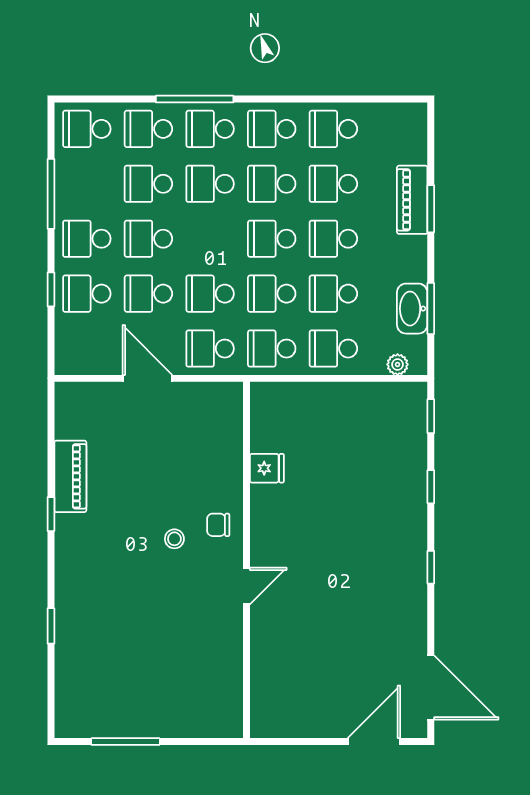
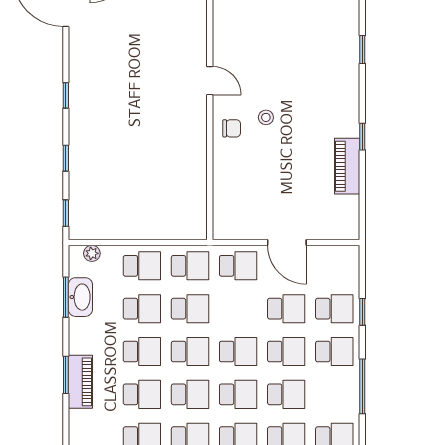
school desk: (210, 294) -> (238, 352), moved
fridge: (267, 468) -> (194, 172), removed
door: (246, 586) -> (210, 81), swing flipped

